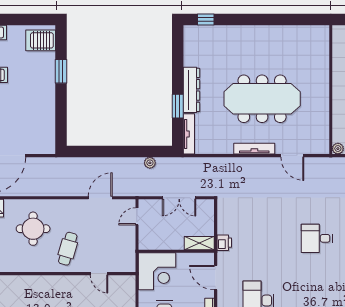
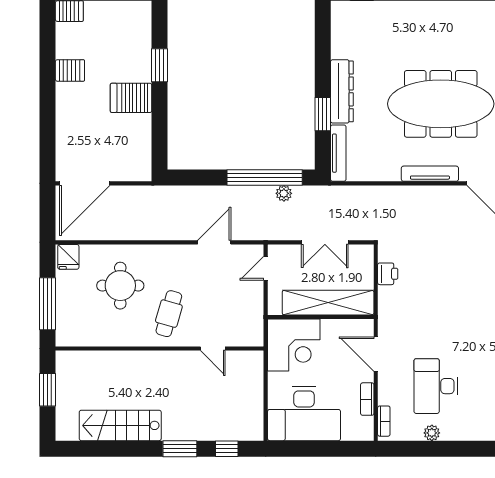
server rack: (41, 40) -> (131, 98), moved
window: (136, 151) -> (265, 177), added
shelving: (199, 243) -> (328, 303), width x2.20, depth x1.33
printer: (224, 243) -> (388, 274), moved

